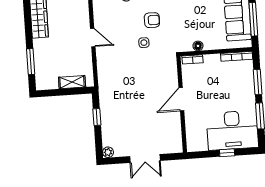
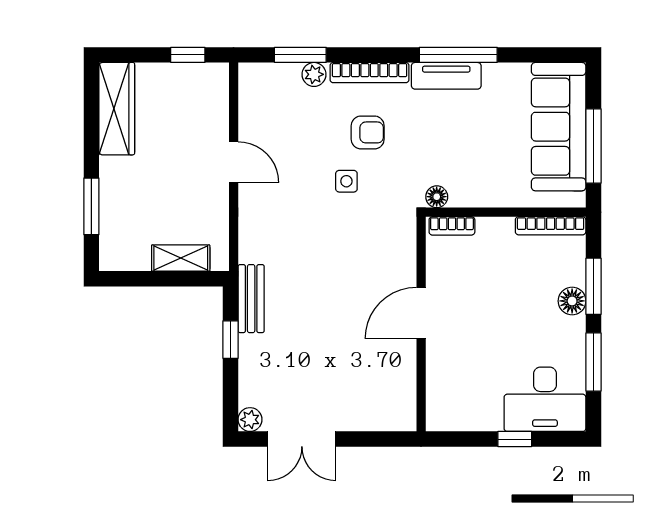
floor lamp: (198, 46) -> (437, 197), moved
floor lamp: (249, 89) -> (572, 301), added
bench: (105, 98) -> (251, 299), added
desk: (232, 130) -> (545, 399), width x0.73, depth x0.77
double door: (145, 158) -> (302, 439), moved

